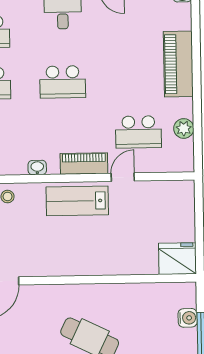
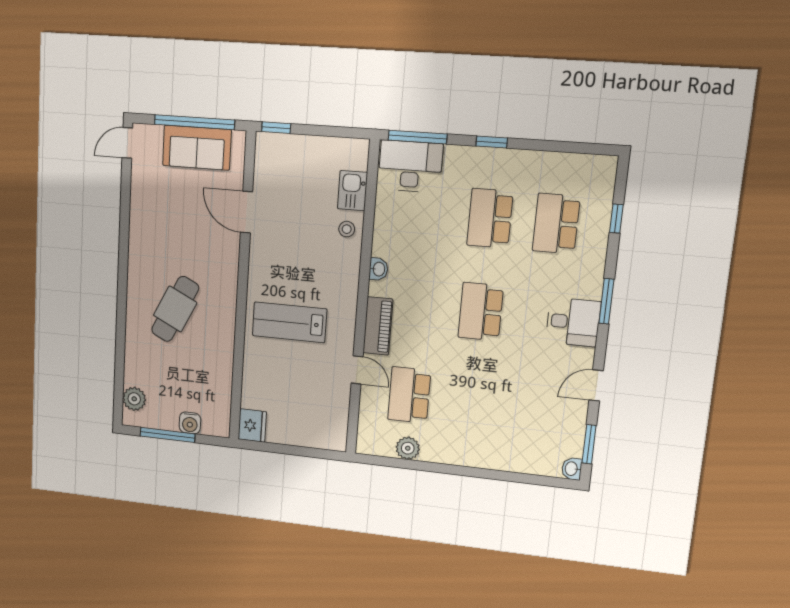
piano: (178, 64) -> (486, 452), removed
lab bench: (77, 201) -> (289, 322), moved, turned -90
fridge: (177, 259) -> (252, 426), width x0.73, depth x0.75

